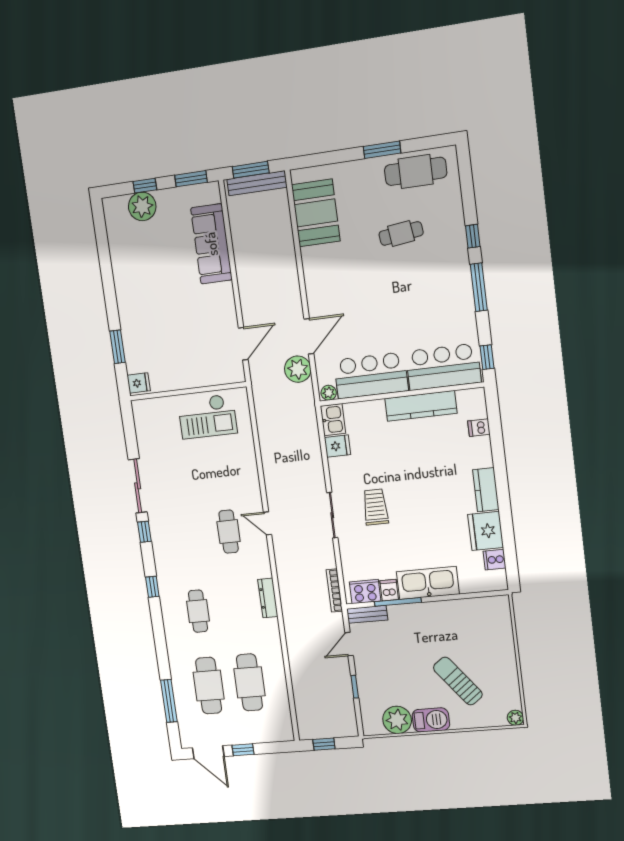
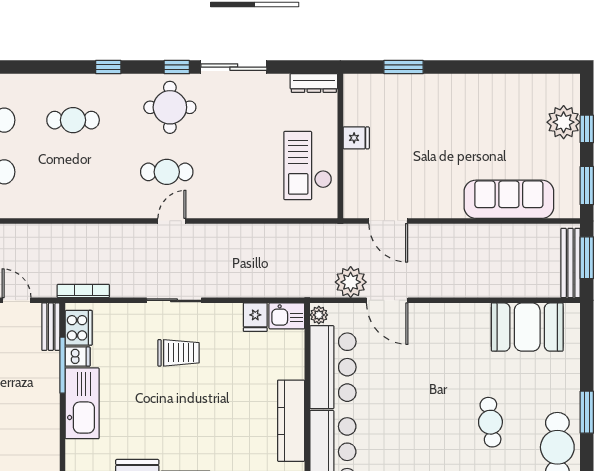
fridge: (139, 383) -> (356, 138), moved, turned -90
round table: (177, 534) -> (170, 107), added
dresser: (268, 598) -> (314, 83), moved, turned 180

